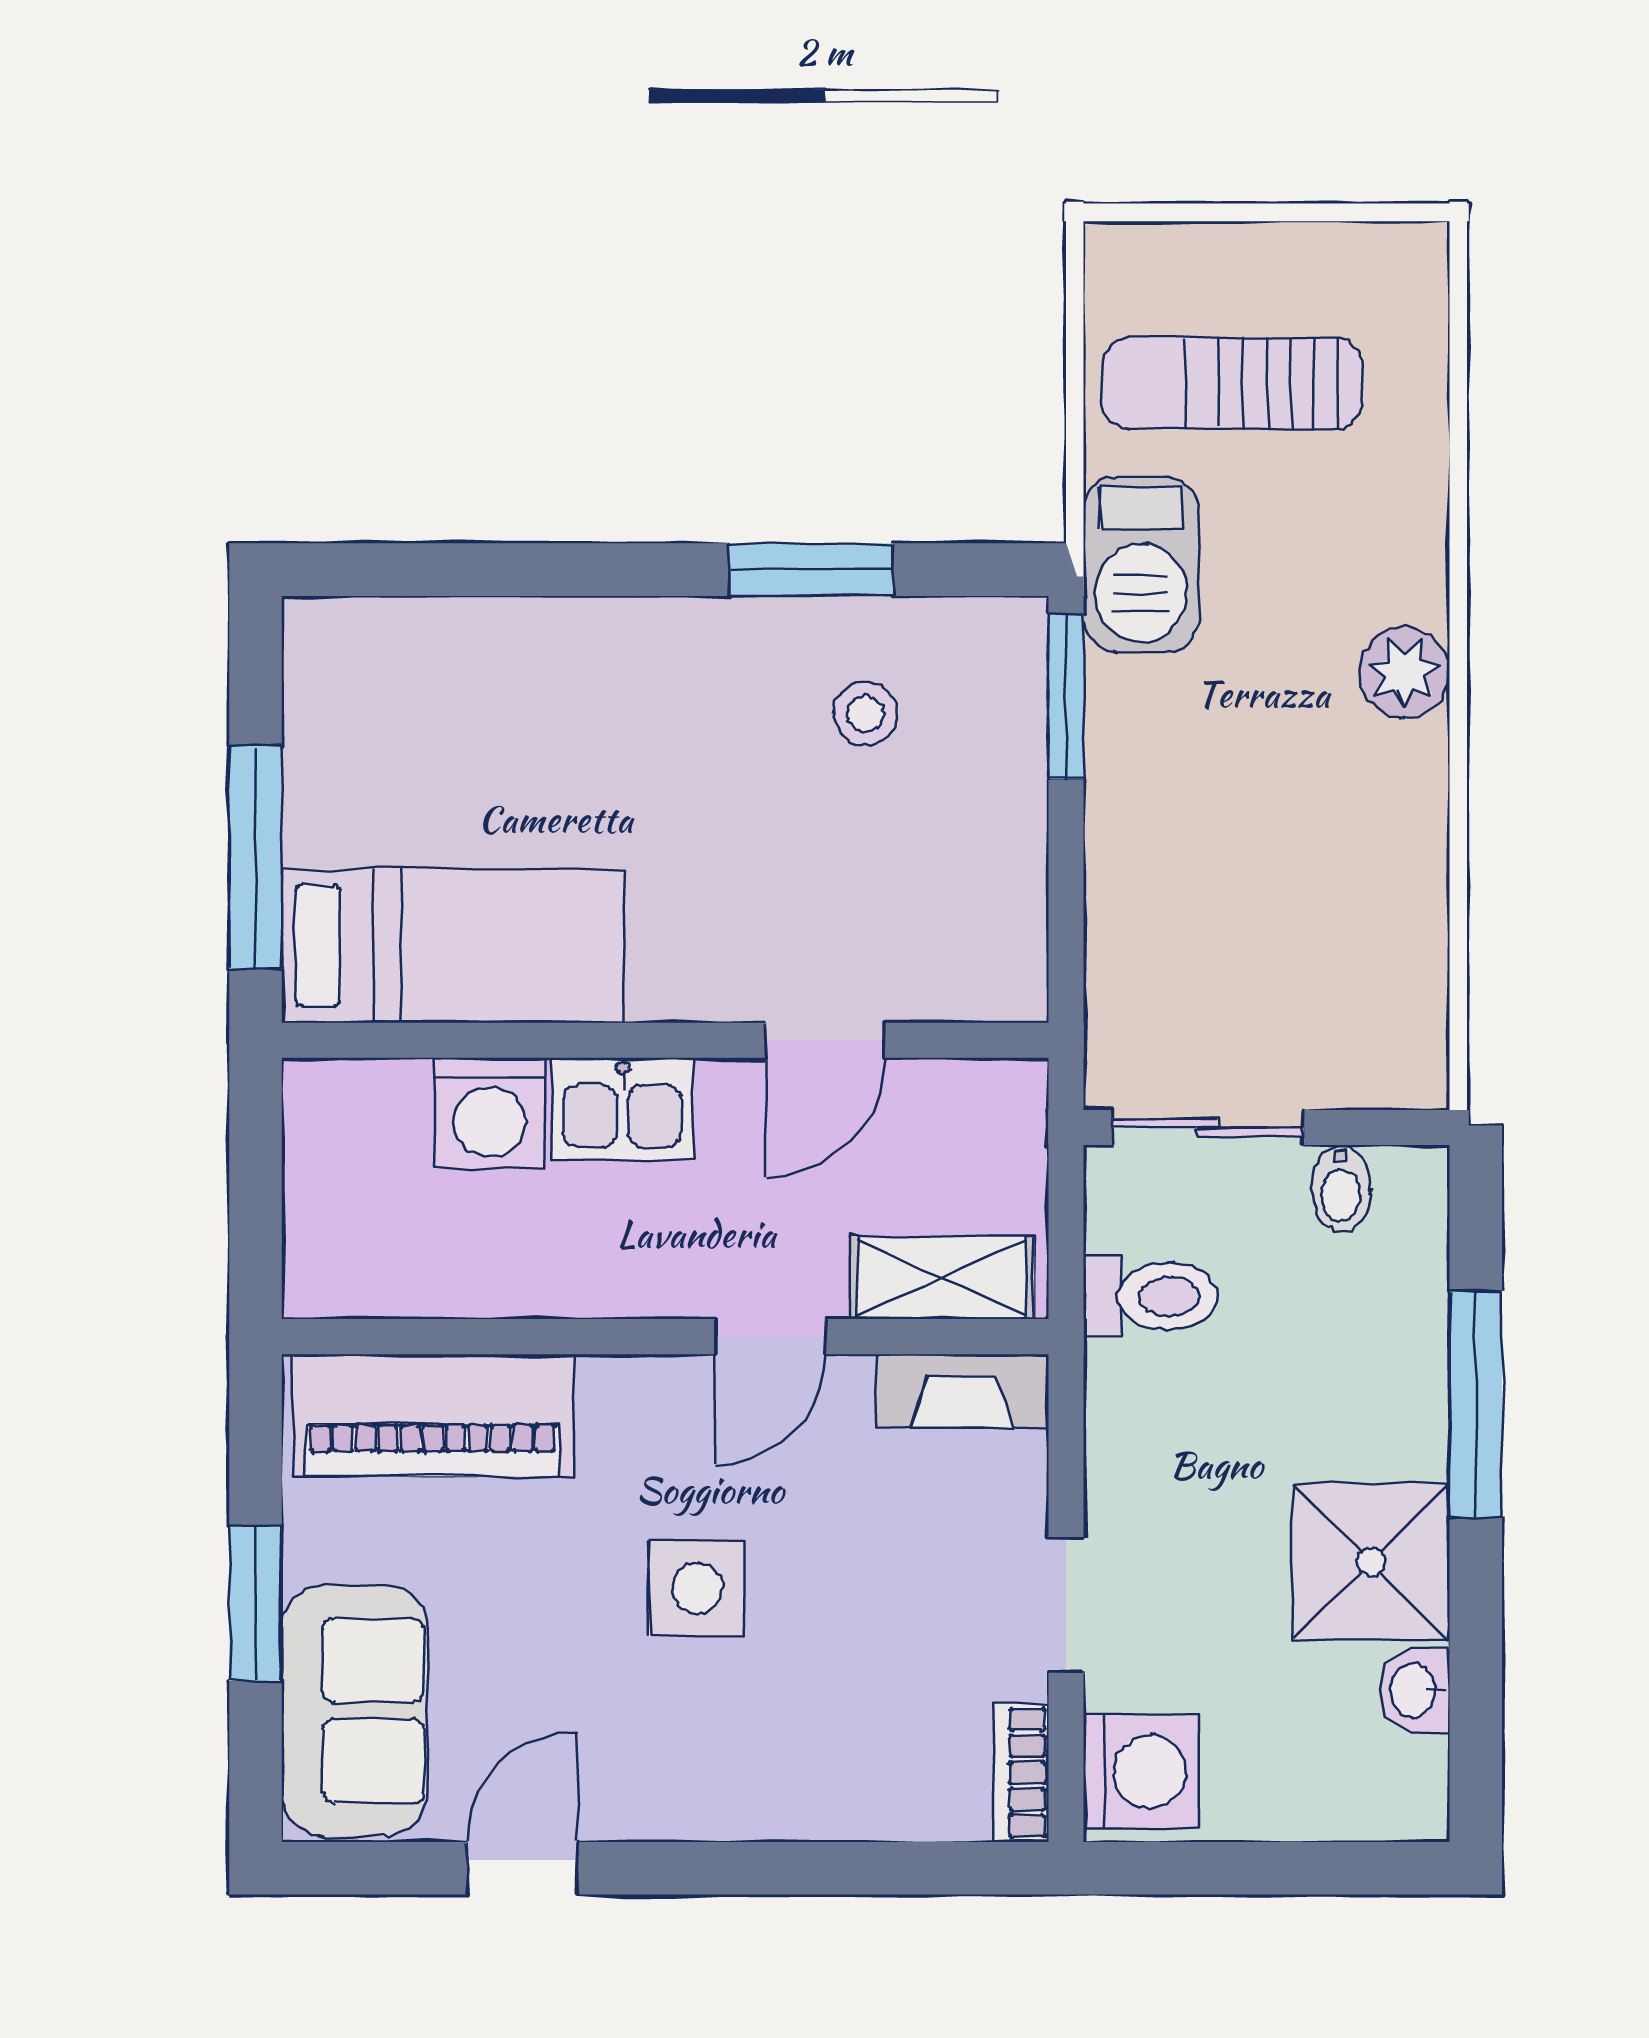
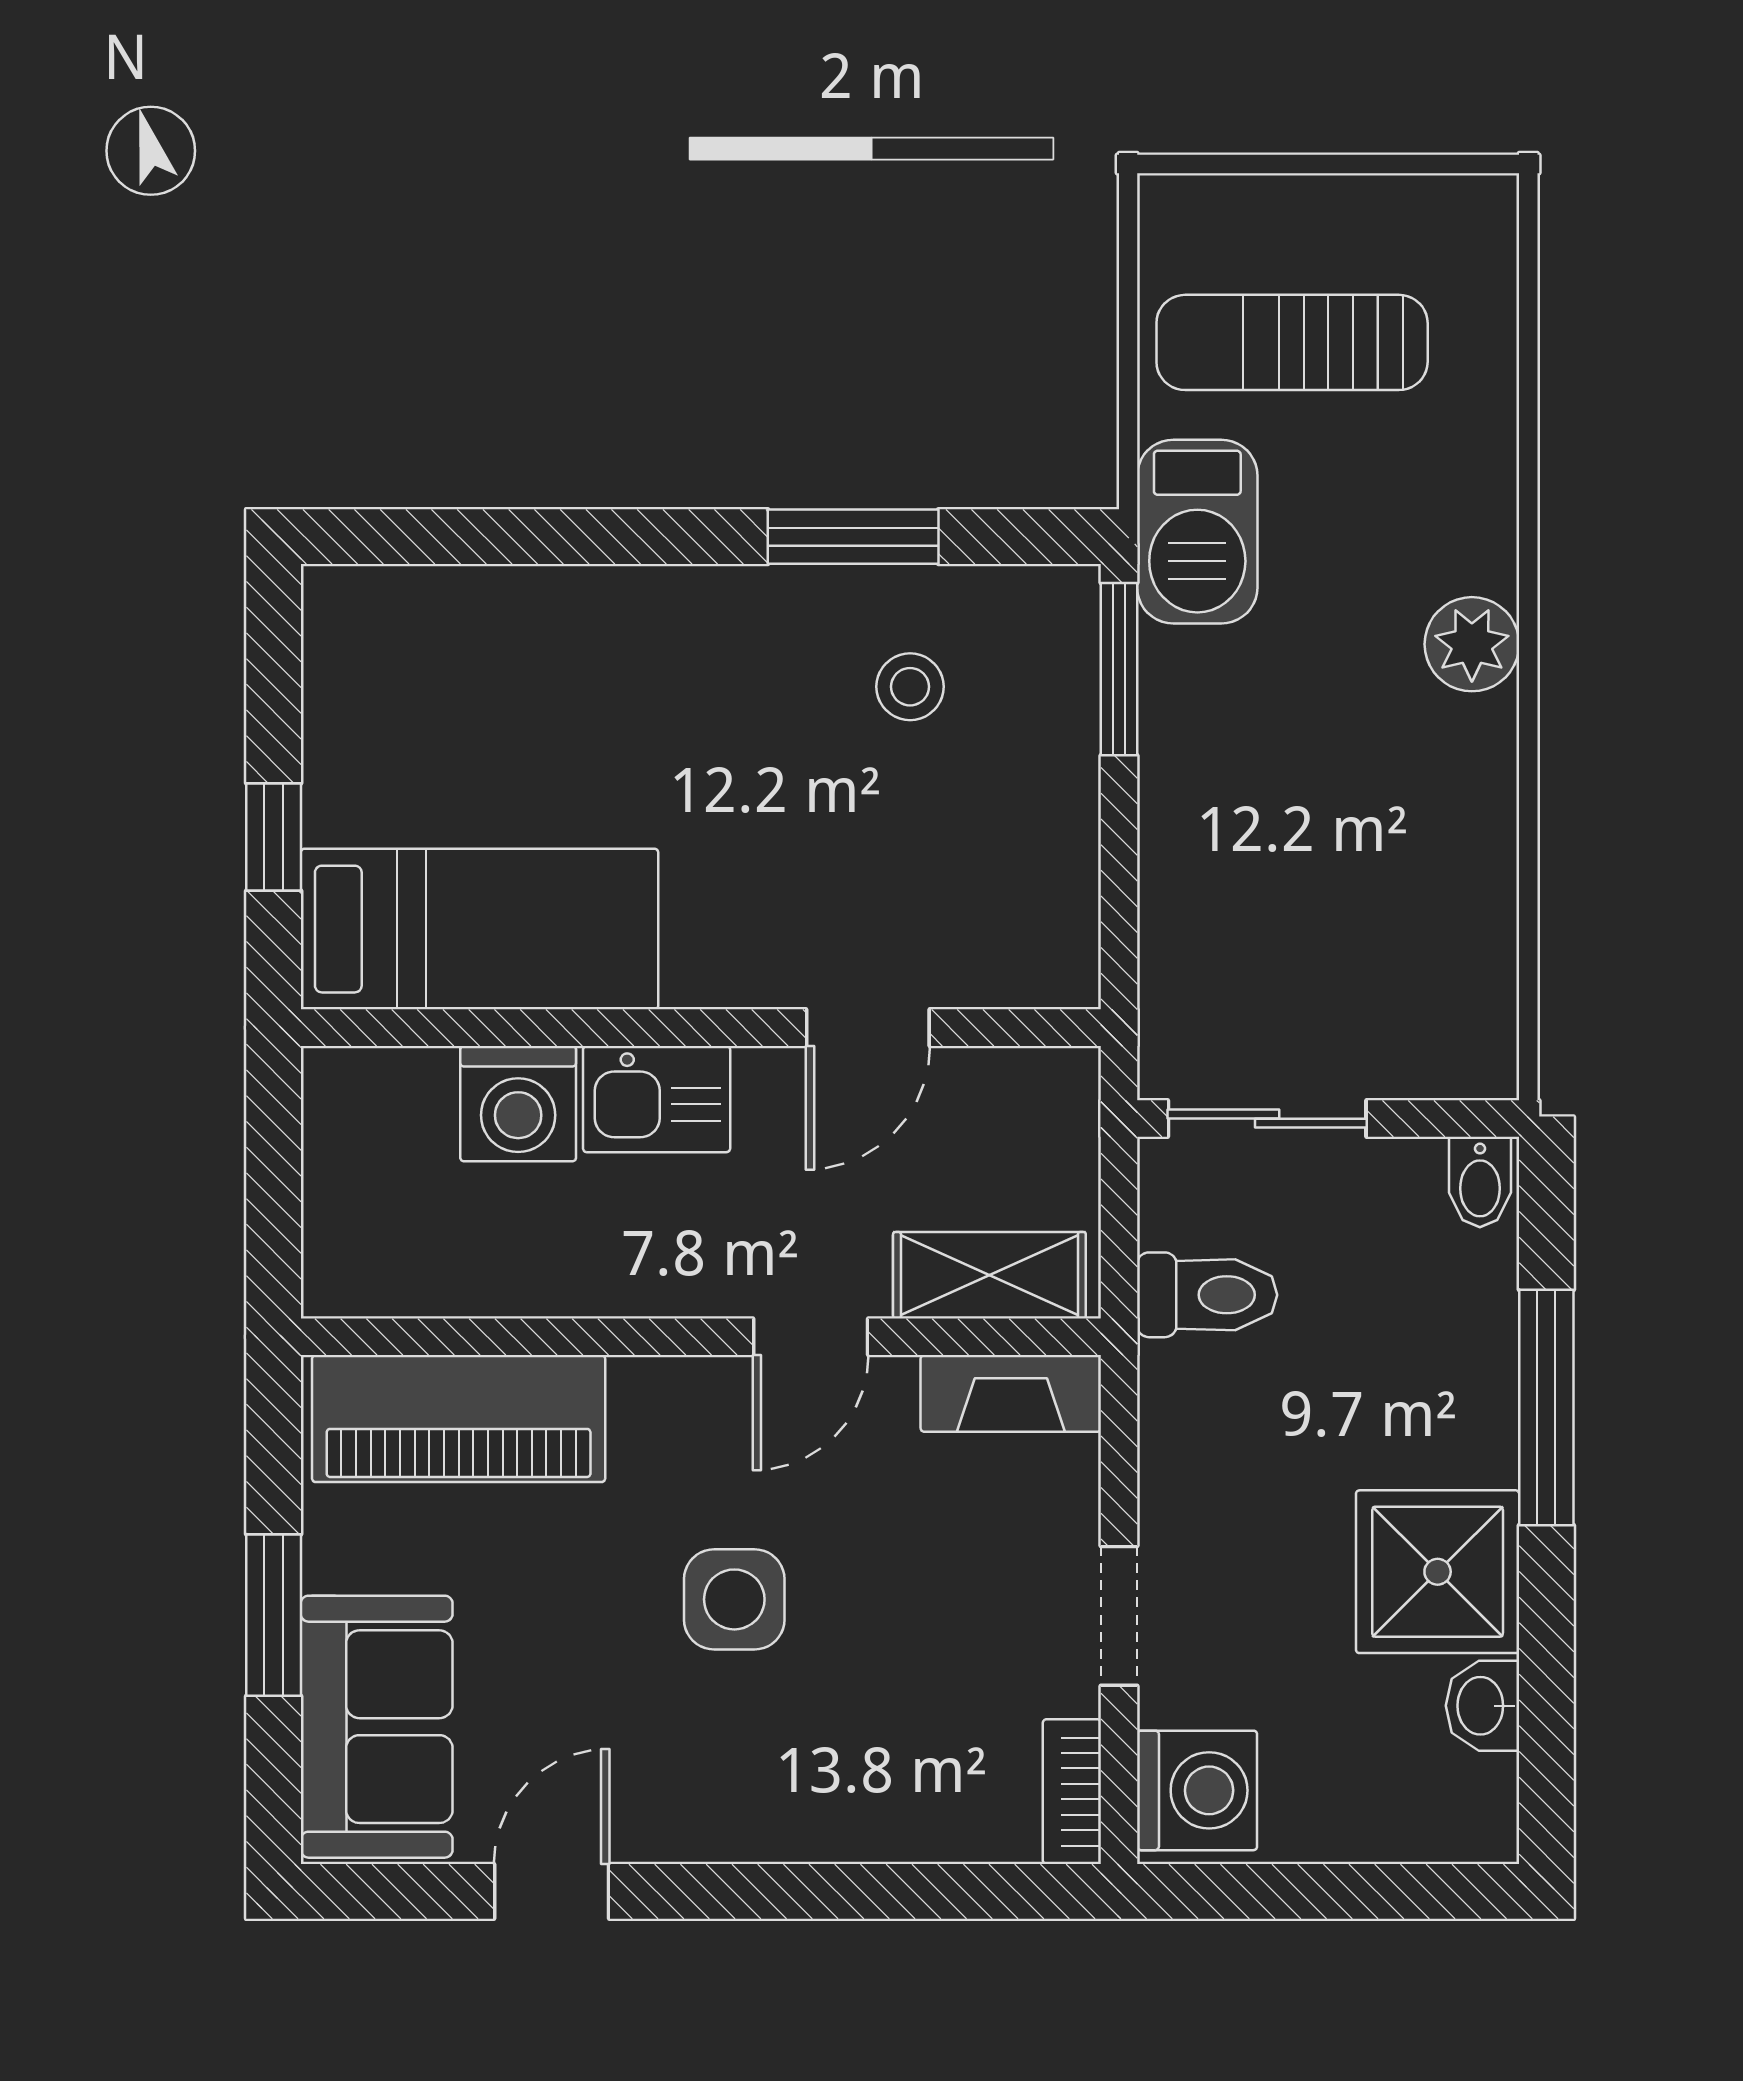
window: (255, 858) -> (274, 837), width x0.46
bidet: (1341, 1188) -> (1480, 1182), moved

